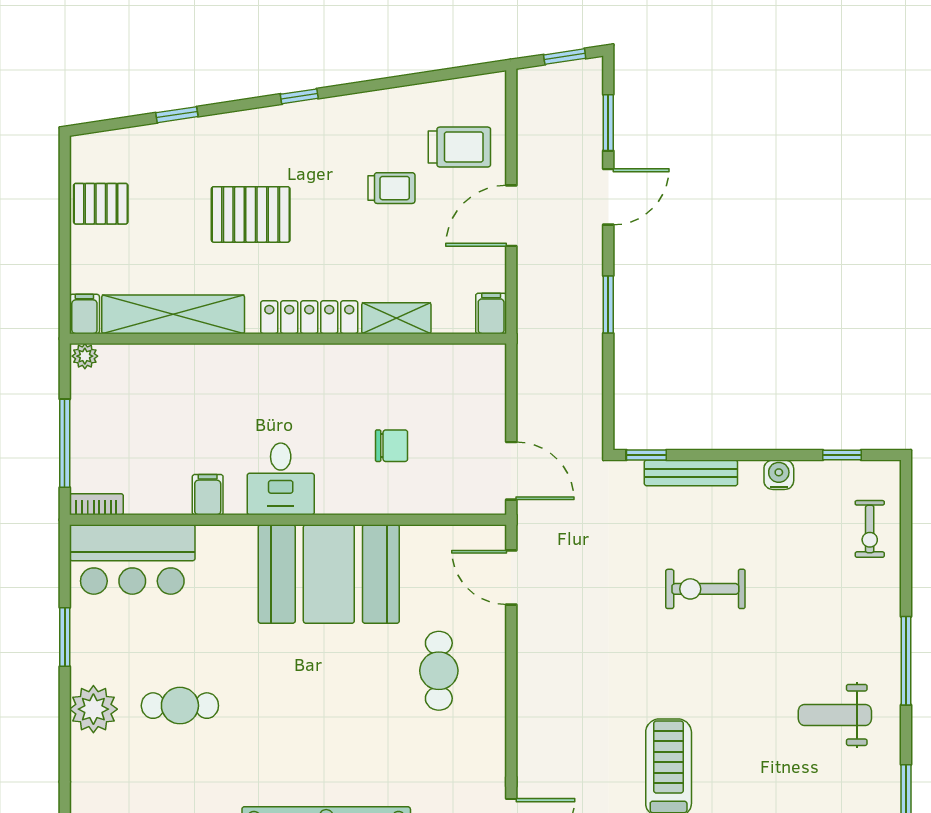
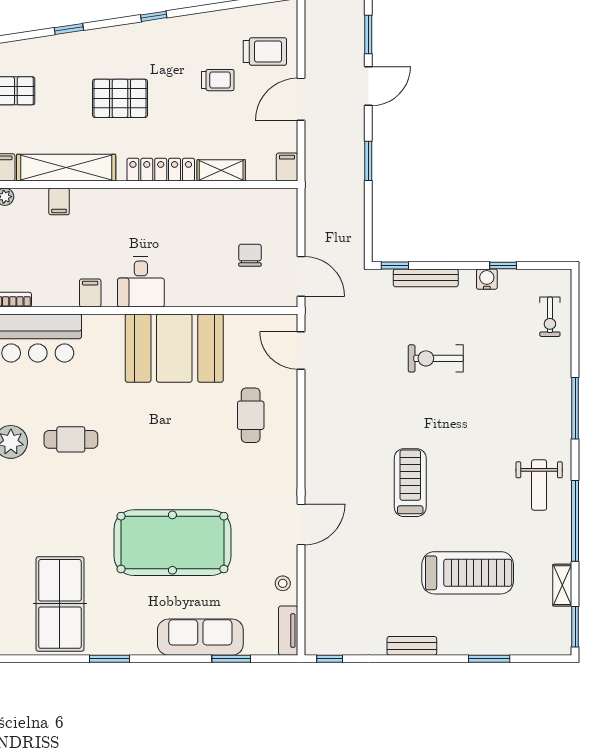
filing cabinet: (163, 363) -> (59, 201), added
chair: (392, 446) -> (250, 255), moved, turned -90
window: (842, 455) -> (503, 265), moved
weight bench: (835, 715) -> (539, 485), moved, turned -90

